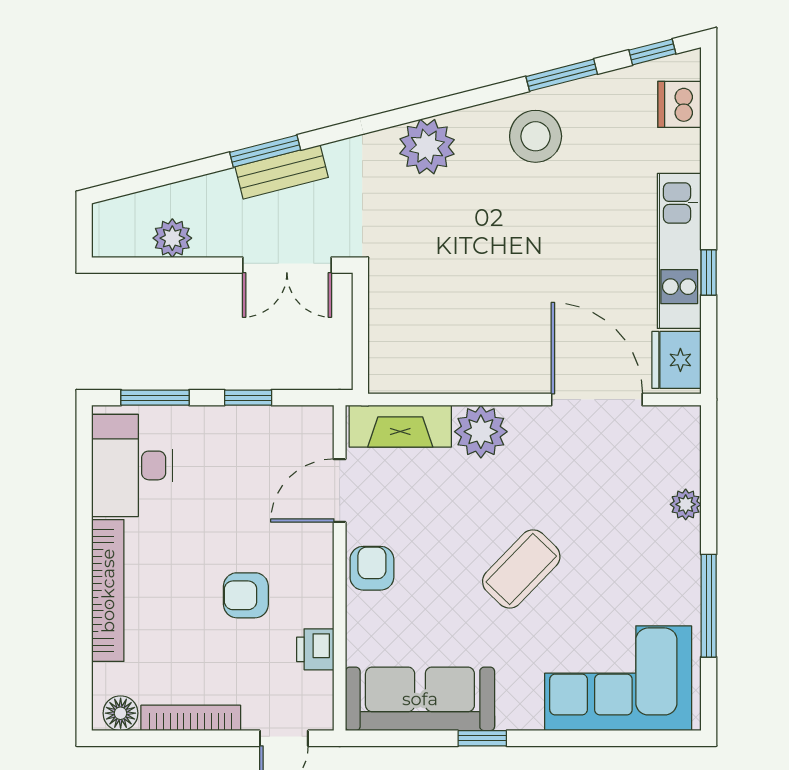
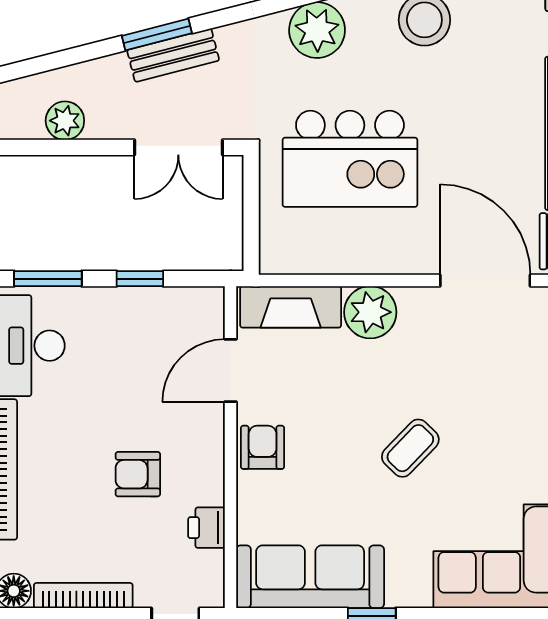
kitchen island: (460, 277) -> (350, 159), added
coffee table: (521, 569) -> (410, 448), width x0.73, depth x0.77

